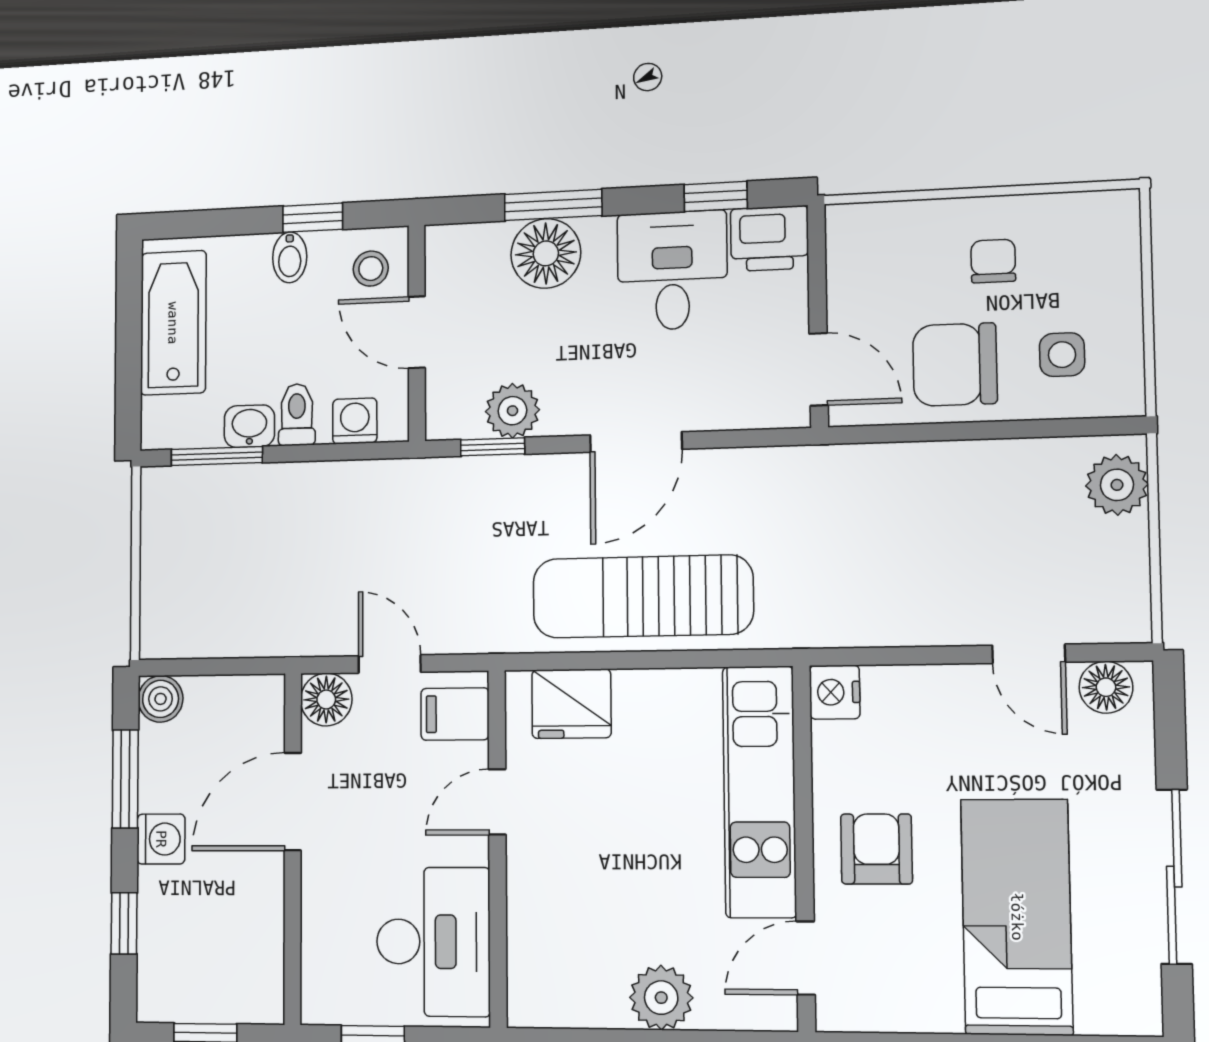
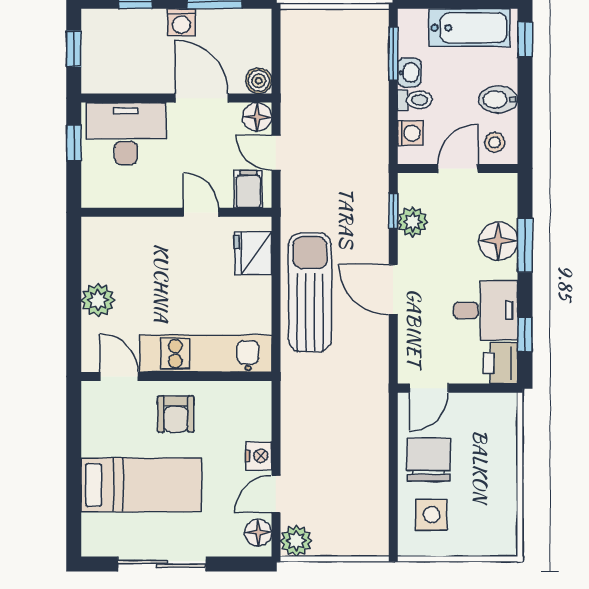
window: (313, 218) -> (525, 40), moved
bidet: (290, 257) -> (498, 99), width x1.38, depth x1.36
chair: (993, 261) -> (483, 481), removed
side table: (1062, 355) -> (432, 515), width x1.37, depth x1.37
plant: (1117, 485) -> (296, 541), moved
door: (390, 664) -> (276, 153), swing flipped
nightstand: (835, 692) -> (259, 456), moved, turned 90
boiler: (161, 699) -> (259, 81), moved
armchair: (876, 849) -> (176, 414), turned 90
desk: (433, 942) -> (126, 134), moved, turned 180

